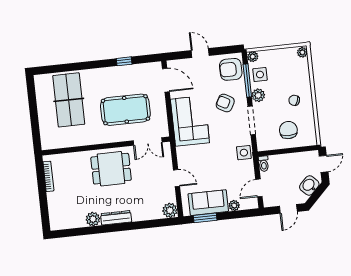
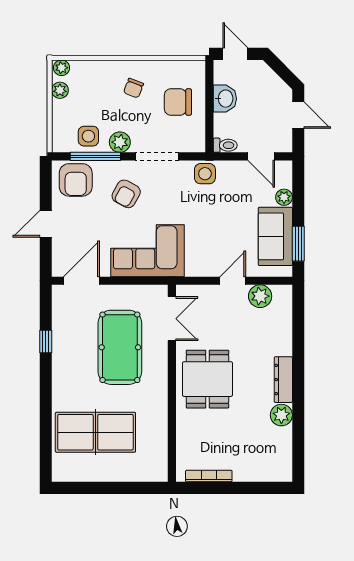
plant: (253, 57) -> (60, 90), moved
washbasin: (309, 185) -> (225, 99), moved, turned -135
plant: (170, 210) -> (260, 296), moved

